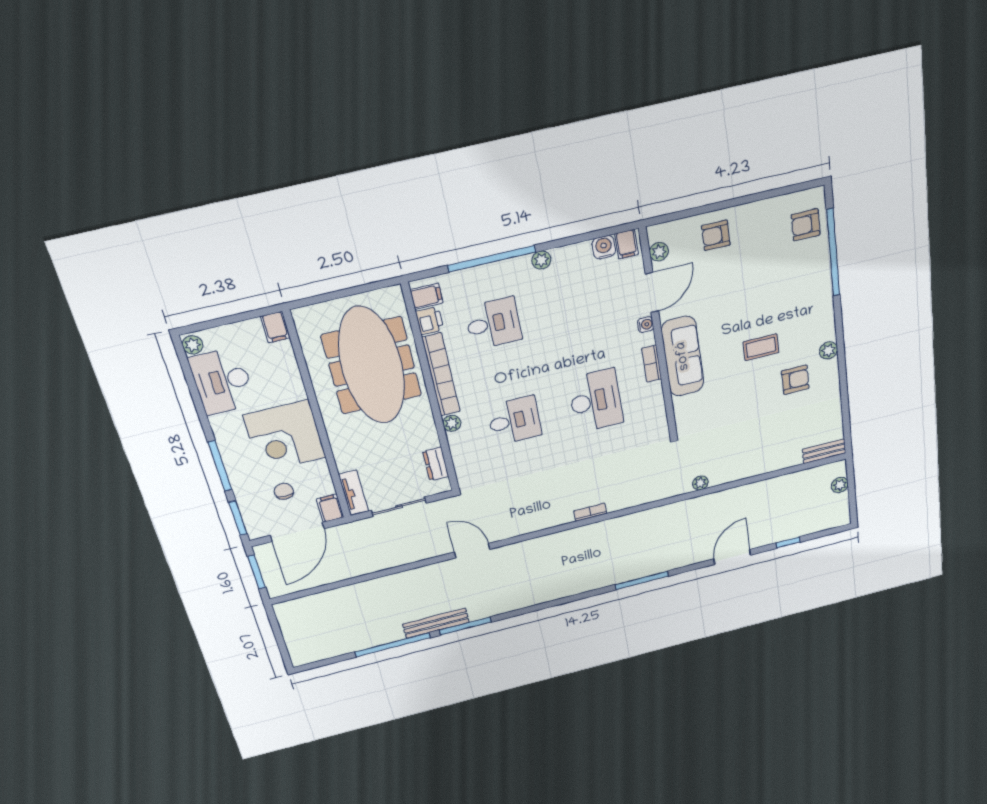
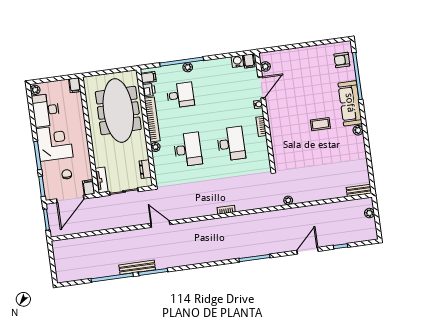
armchair: (716, 235) -> (295, 61), removed
plant: (541, 260) -> (188, 67), moved
sofa: (683, 356) -> (350, 103), moved, turned 180
armchair: (795, 380) -> (340, 145), removed
desk: (514, 421) -> (188, 150), width x1.37
corner desk: (285, 436) -> (54, 143), moved, turned 180

